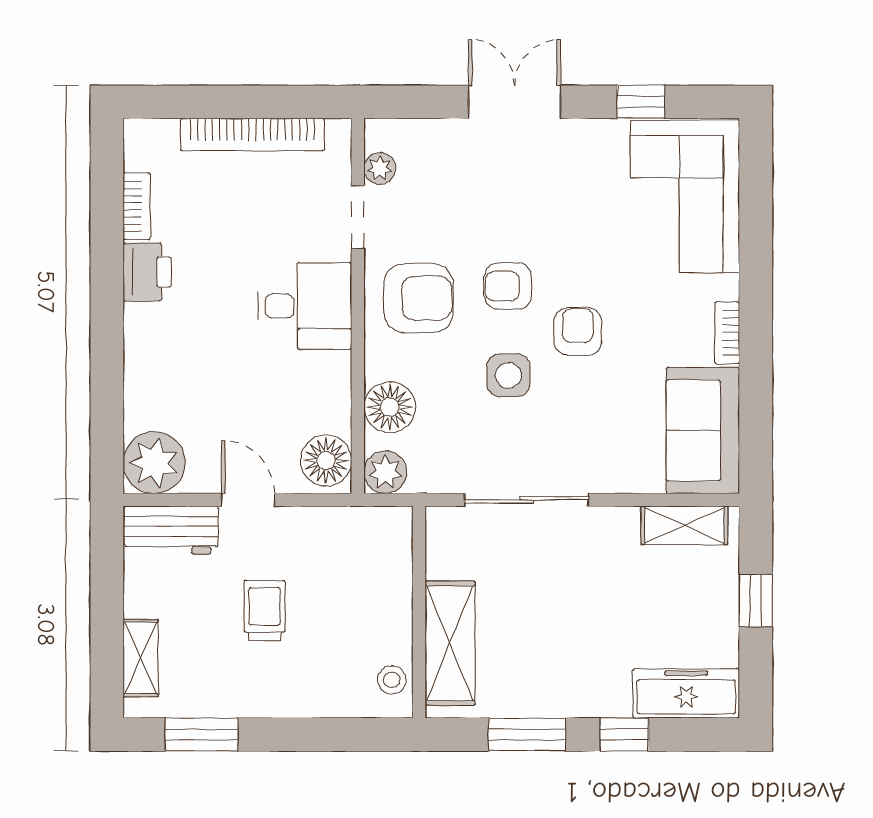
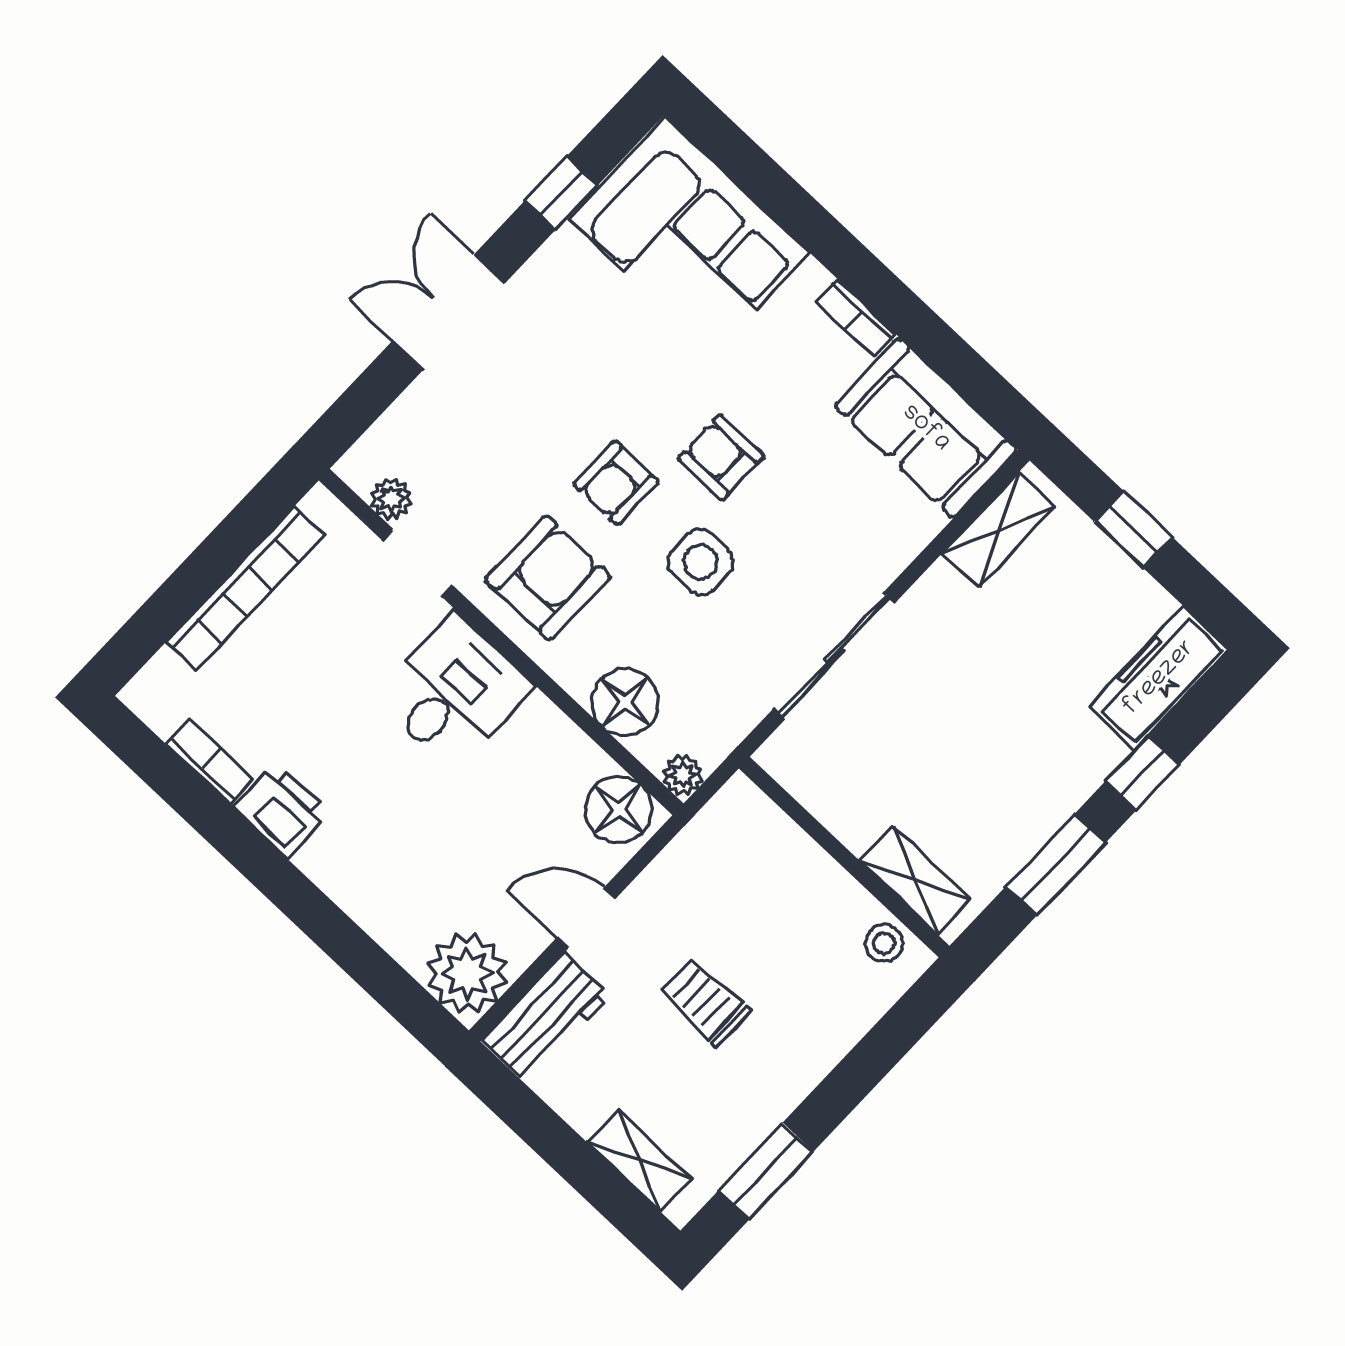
plant: (385, 472) -> (683, 775), width x0.73, depth x0.73
shelving: (450, 643) -> (915, 880), width x0.67, depth x0.75

